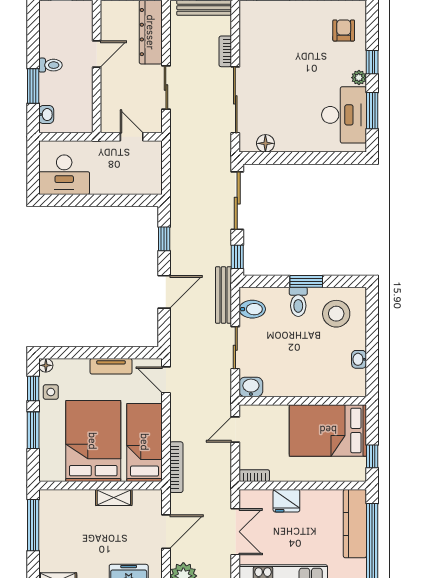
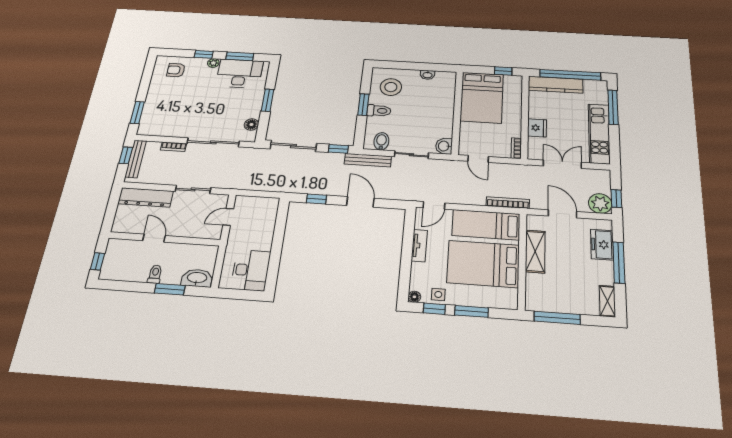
washbasin: (46, 115) -> (197, 278), width x1.91, depth x1.45
window: (304, 158) -> (268, 100), added
shelving: (114, 497) -> (535, 251), width x1.50, depth x1.33

